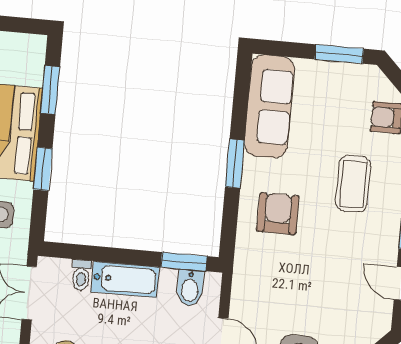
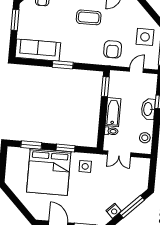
coffee table: (353, 184) -> (89, 17), moved
armchair: (278, 214) -> (113, 49), moved, turned -90
bidet: (190, 288) -> (117, 84), removed

